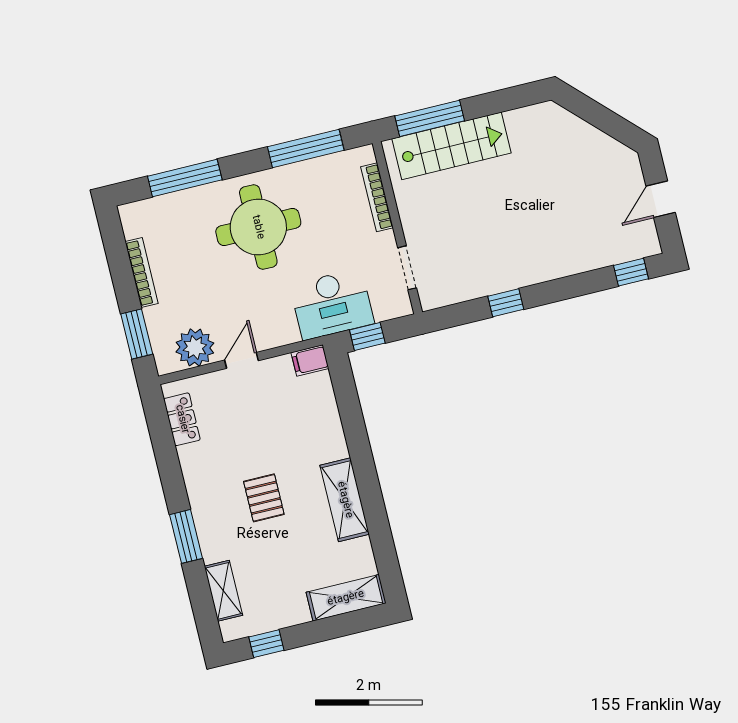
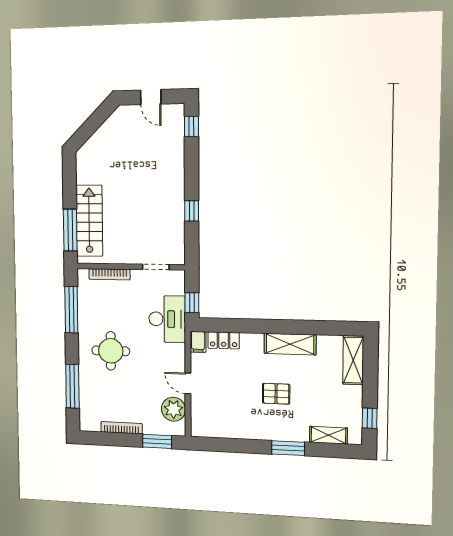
round table: (258, 227) -> (111, 351), width x0.73, depth x0.73
locker: (182, 419) -> (224, 340), moved, turned 180

